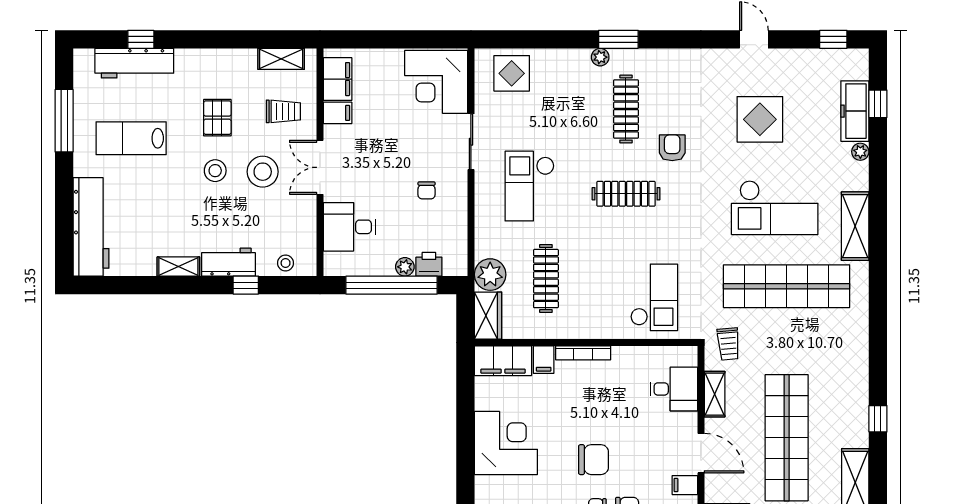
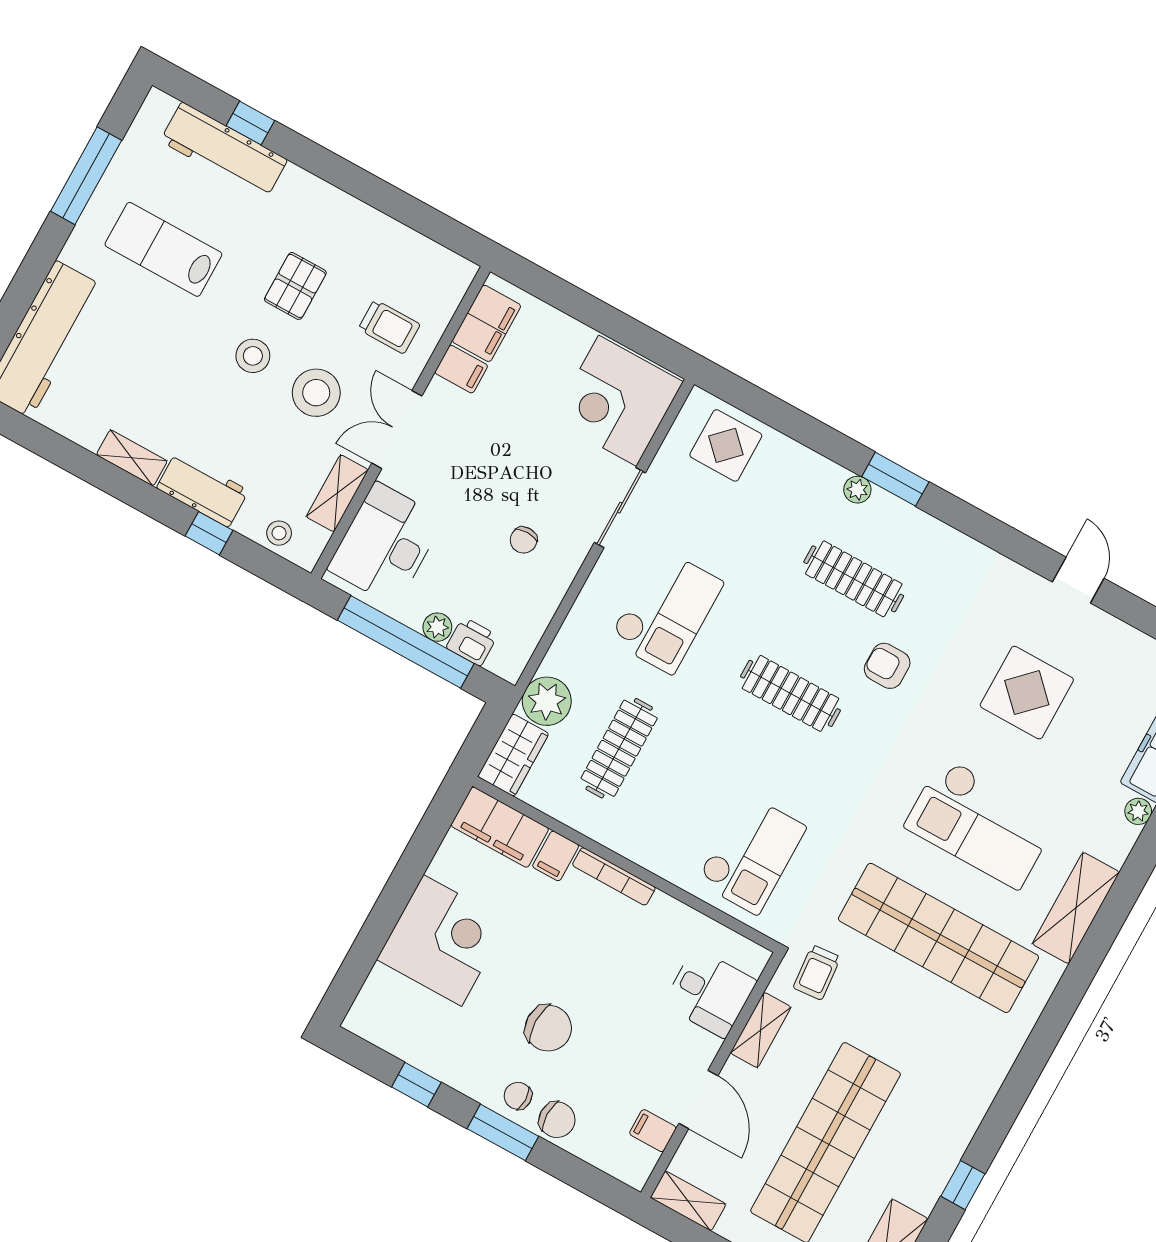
shelving: (281, 59) -> (337, 493), moved, turned 90
clothes rail: (626, 109) -> (854, 579), turned 90
armchair: (672, 148) -> (887, 666), turned -90
checkout: (530, 186) -> (666, 611), turned 180
desk: (349, 227) -> (386, 544), width x1.37

